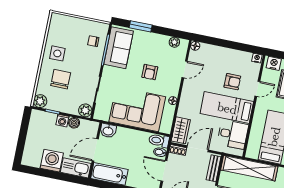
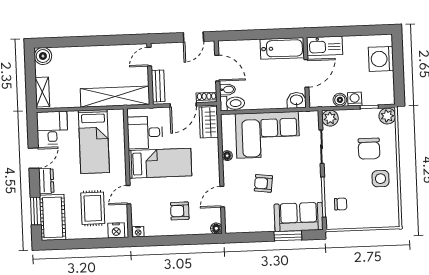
plant: (174, 42) -> (242, 227), removed
sofa: (119, 48) -> (299, 217), moved, turned 90
armchair: (150, 72) -> (263, 183), turned -83
armchair: (232, 82) -> (180, 211), moved
washing machine: (52, 161) -> (381, 59), moved, turned 90

